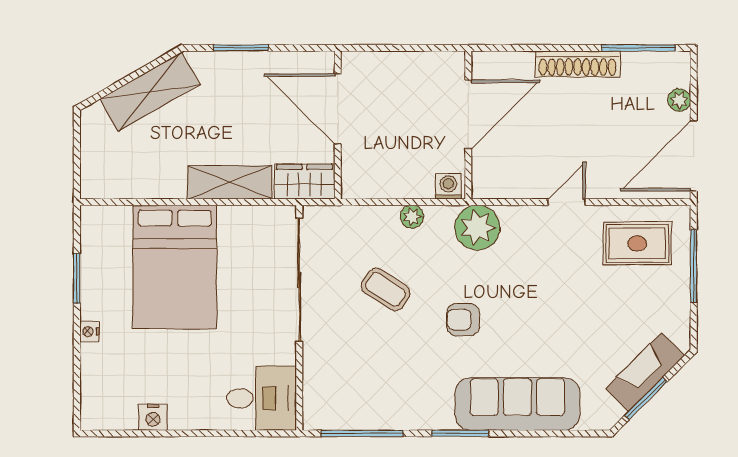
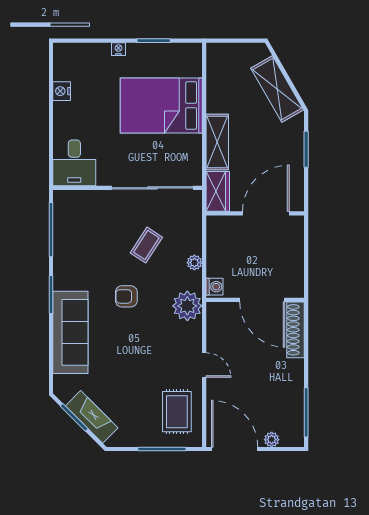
shoe rack: (577, 64) -> (296, 330), moved
armchair: (463, 320) -> (126, 296), turned -90

